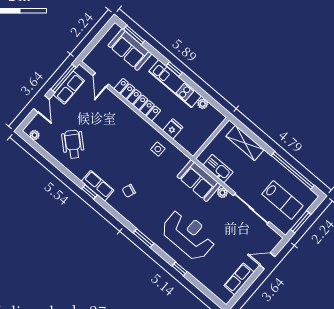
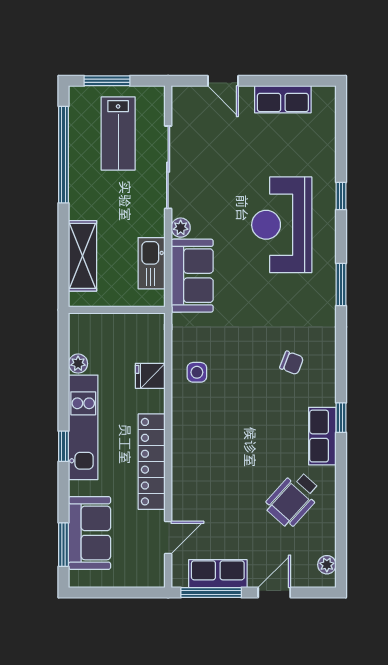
row of seats: (98, 186) -> (322, 436), moved
lab bench: (282, 200) -> (118, 133), turned 180
window: (301, 222) -> (107, 81), moved

